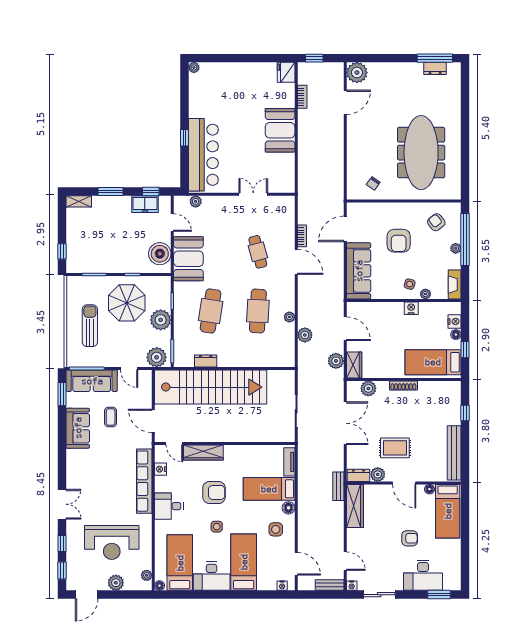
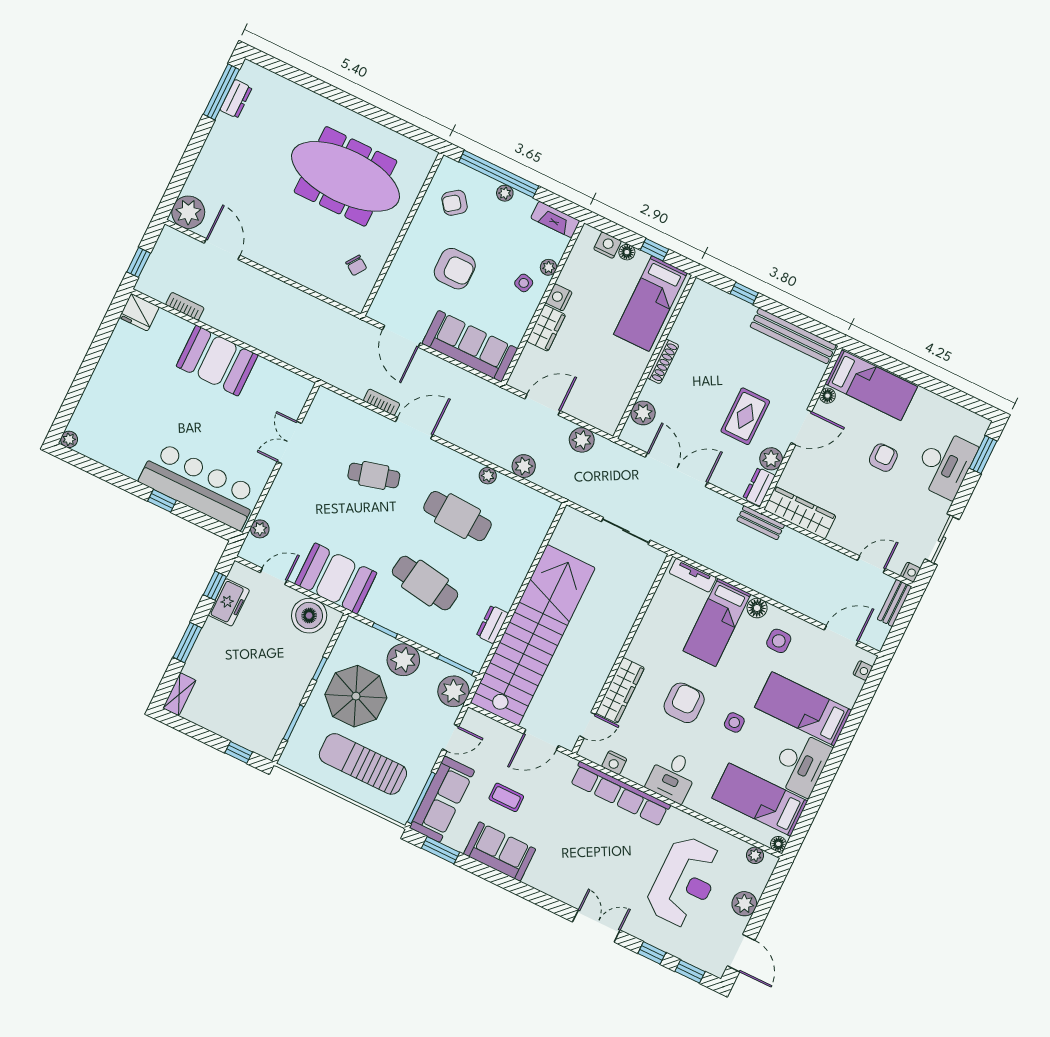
sun lounger: (90, 326) -> (363, 764), width x1.36, depth x1.34
wardrobe: (354, 365) -> (546, 328), moved, turned 90

